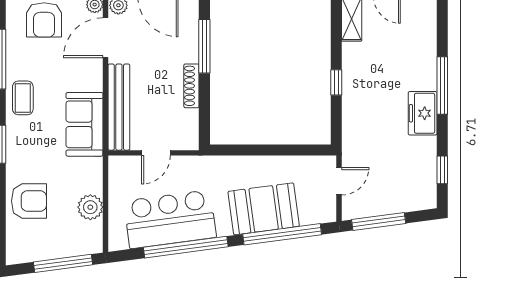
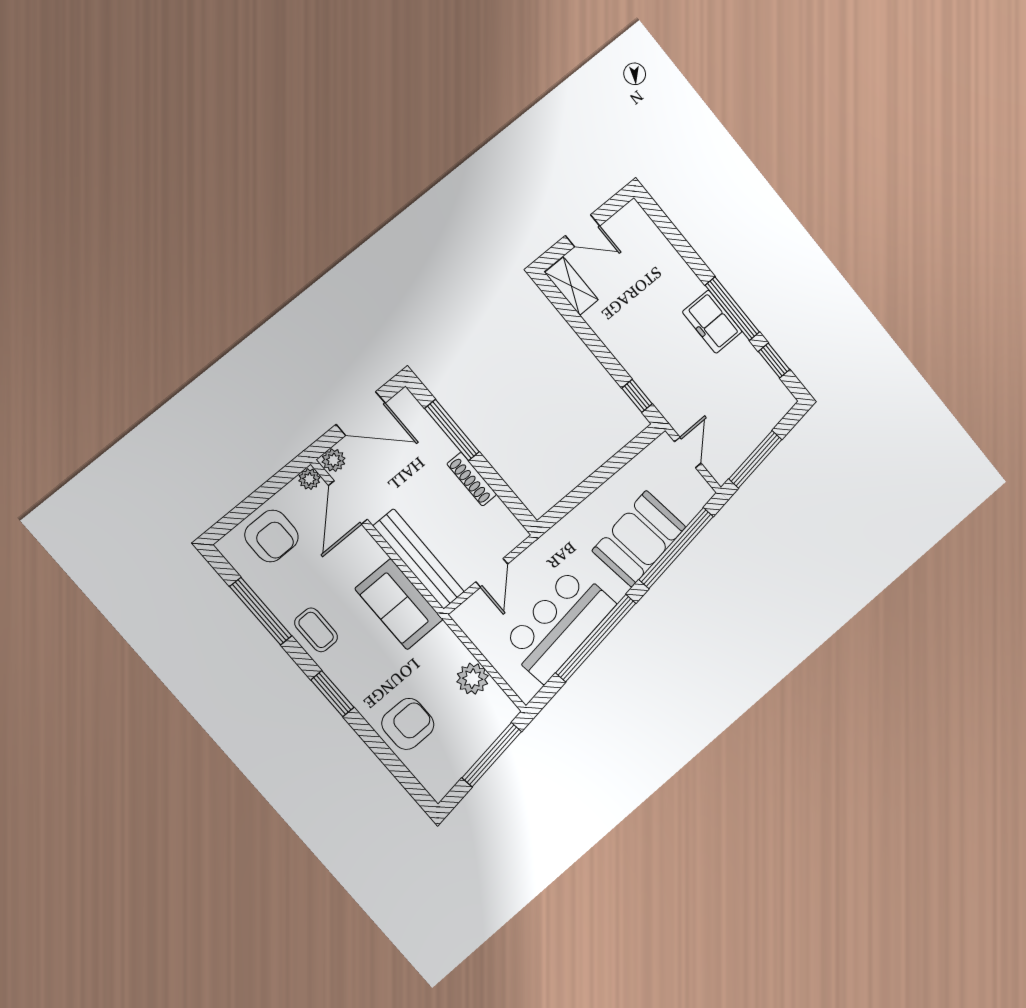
window: (336, 82) -> (637, 396), moved
window: (442, 86) -> (732, 309), moved

